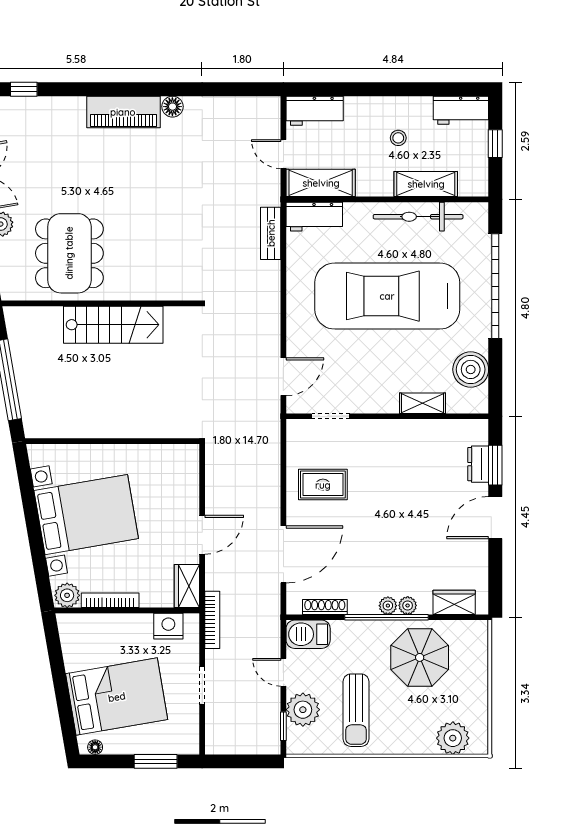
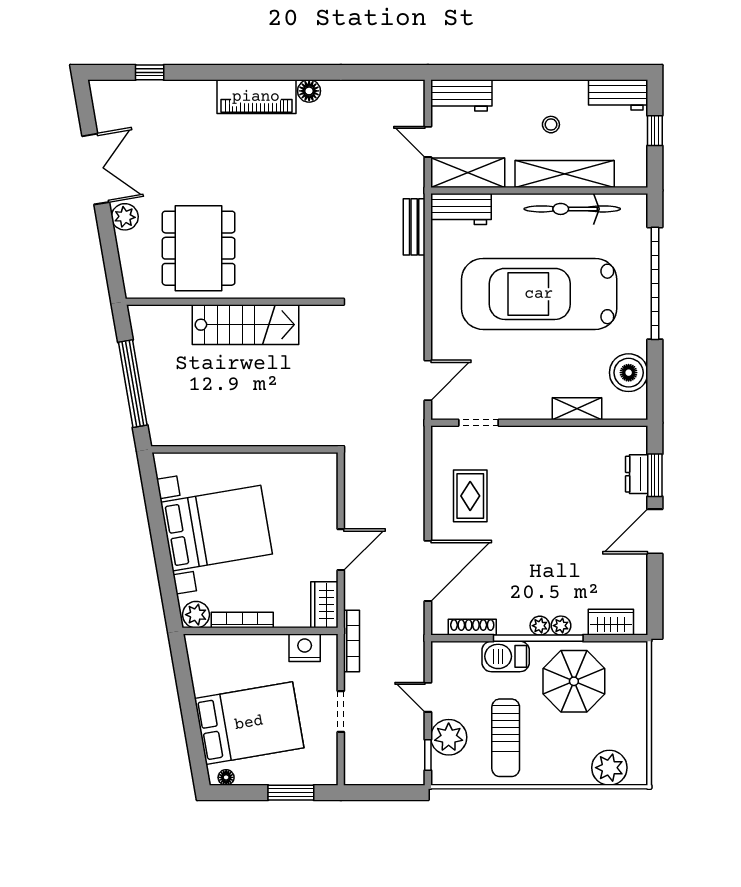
shelving: (426, 184) -> (565, 174), width x1.47
rug: (323, 485) -> (470, 496), turned 90
barbecue: (308, 634) -> (506, 656), moved

